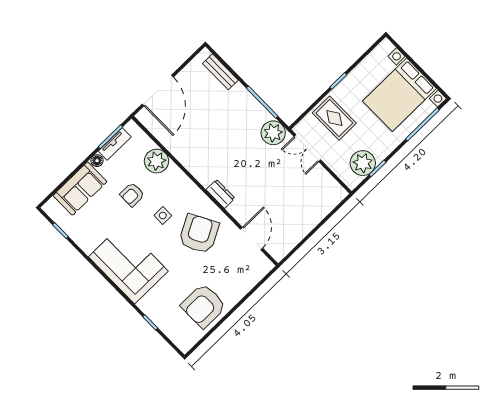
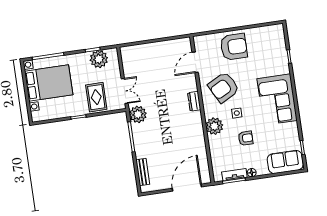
plant: (156, 161) -> (214, 126), moved
sofa: (80, 189) -> (285, 162), moved
armchair: (204, 306) -> (234, 47), moved

